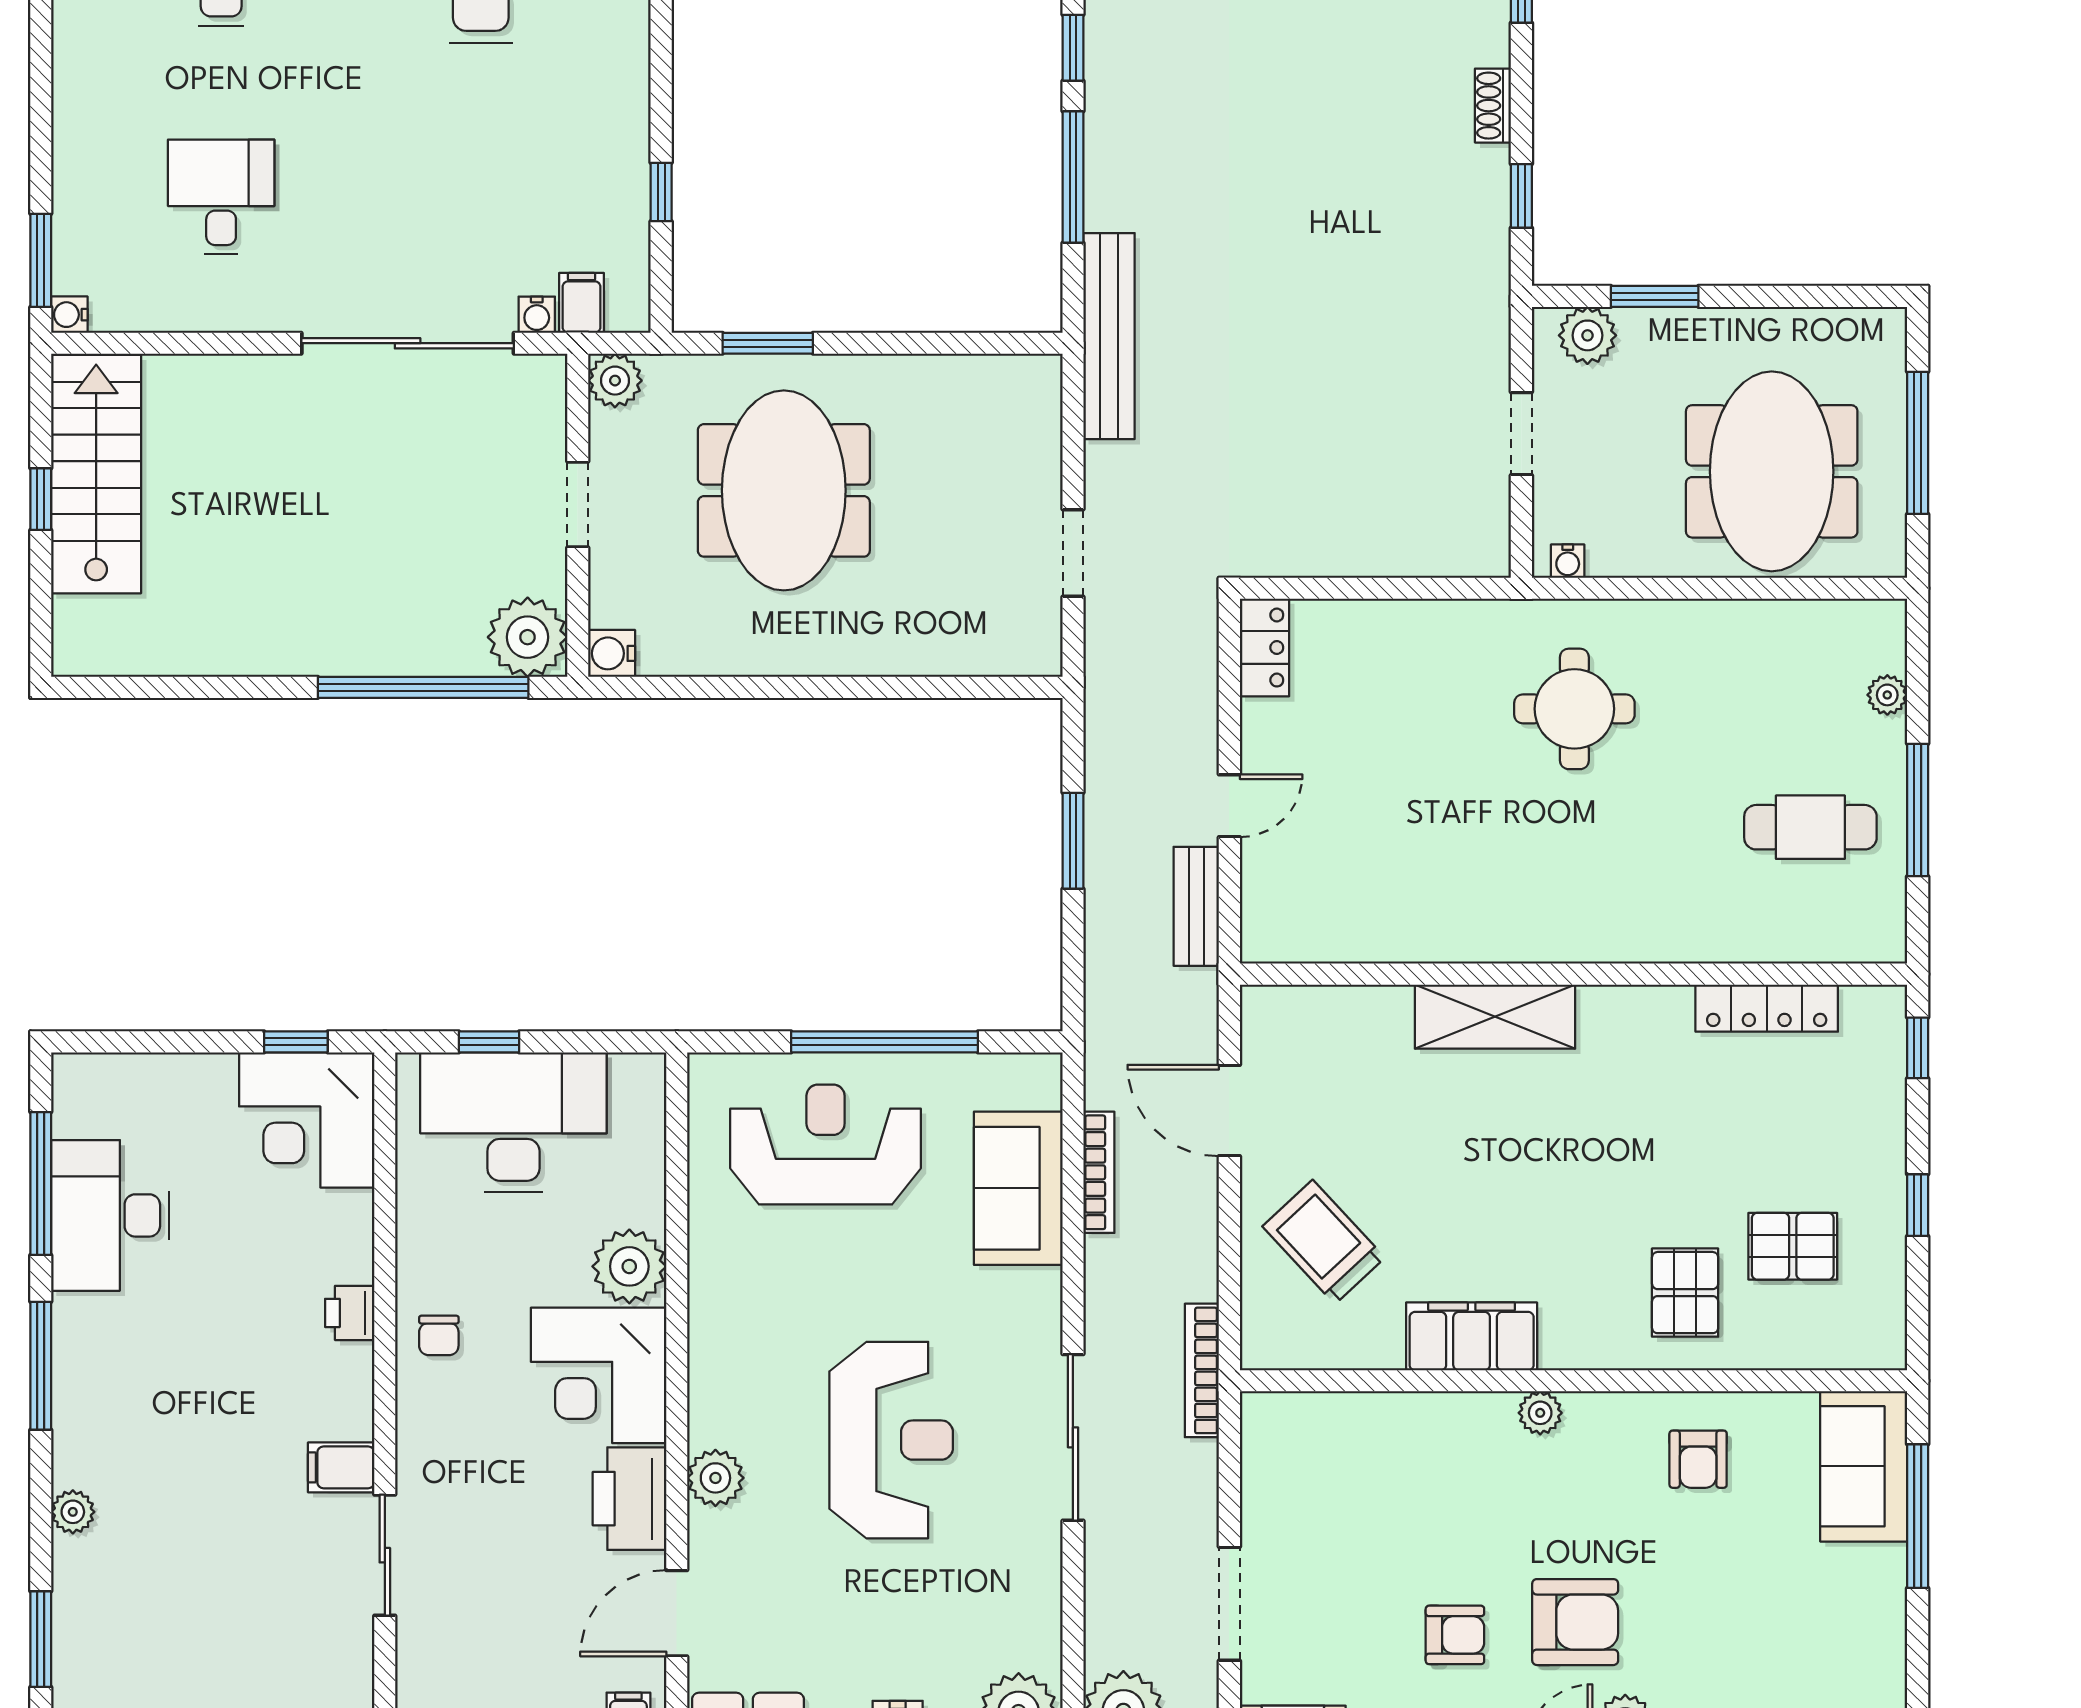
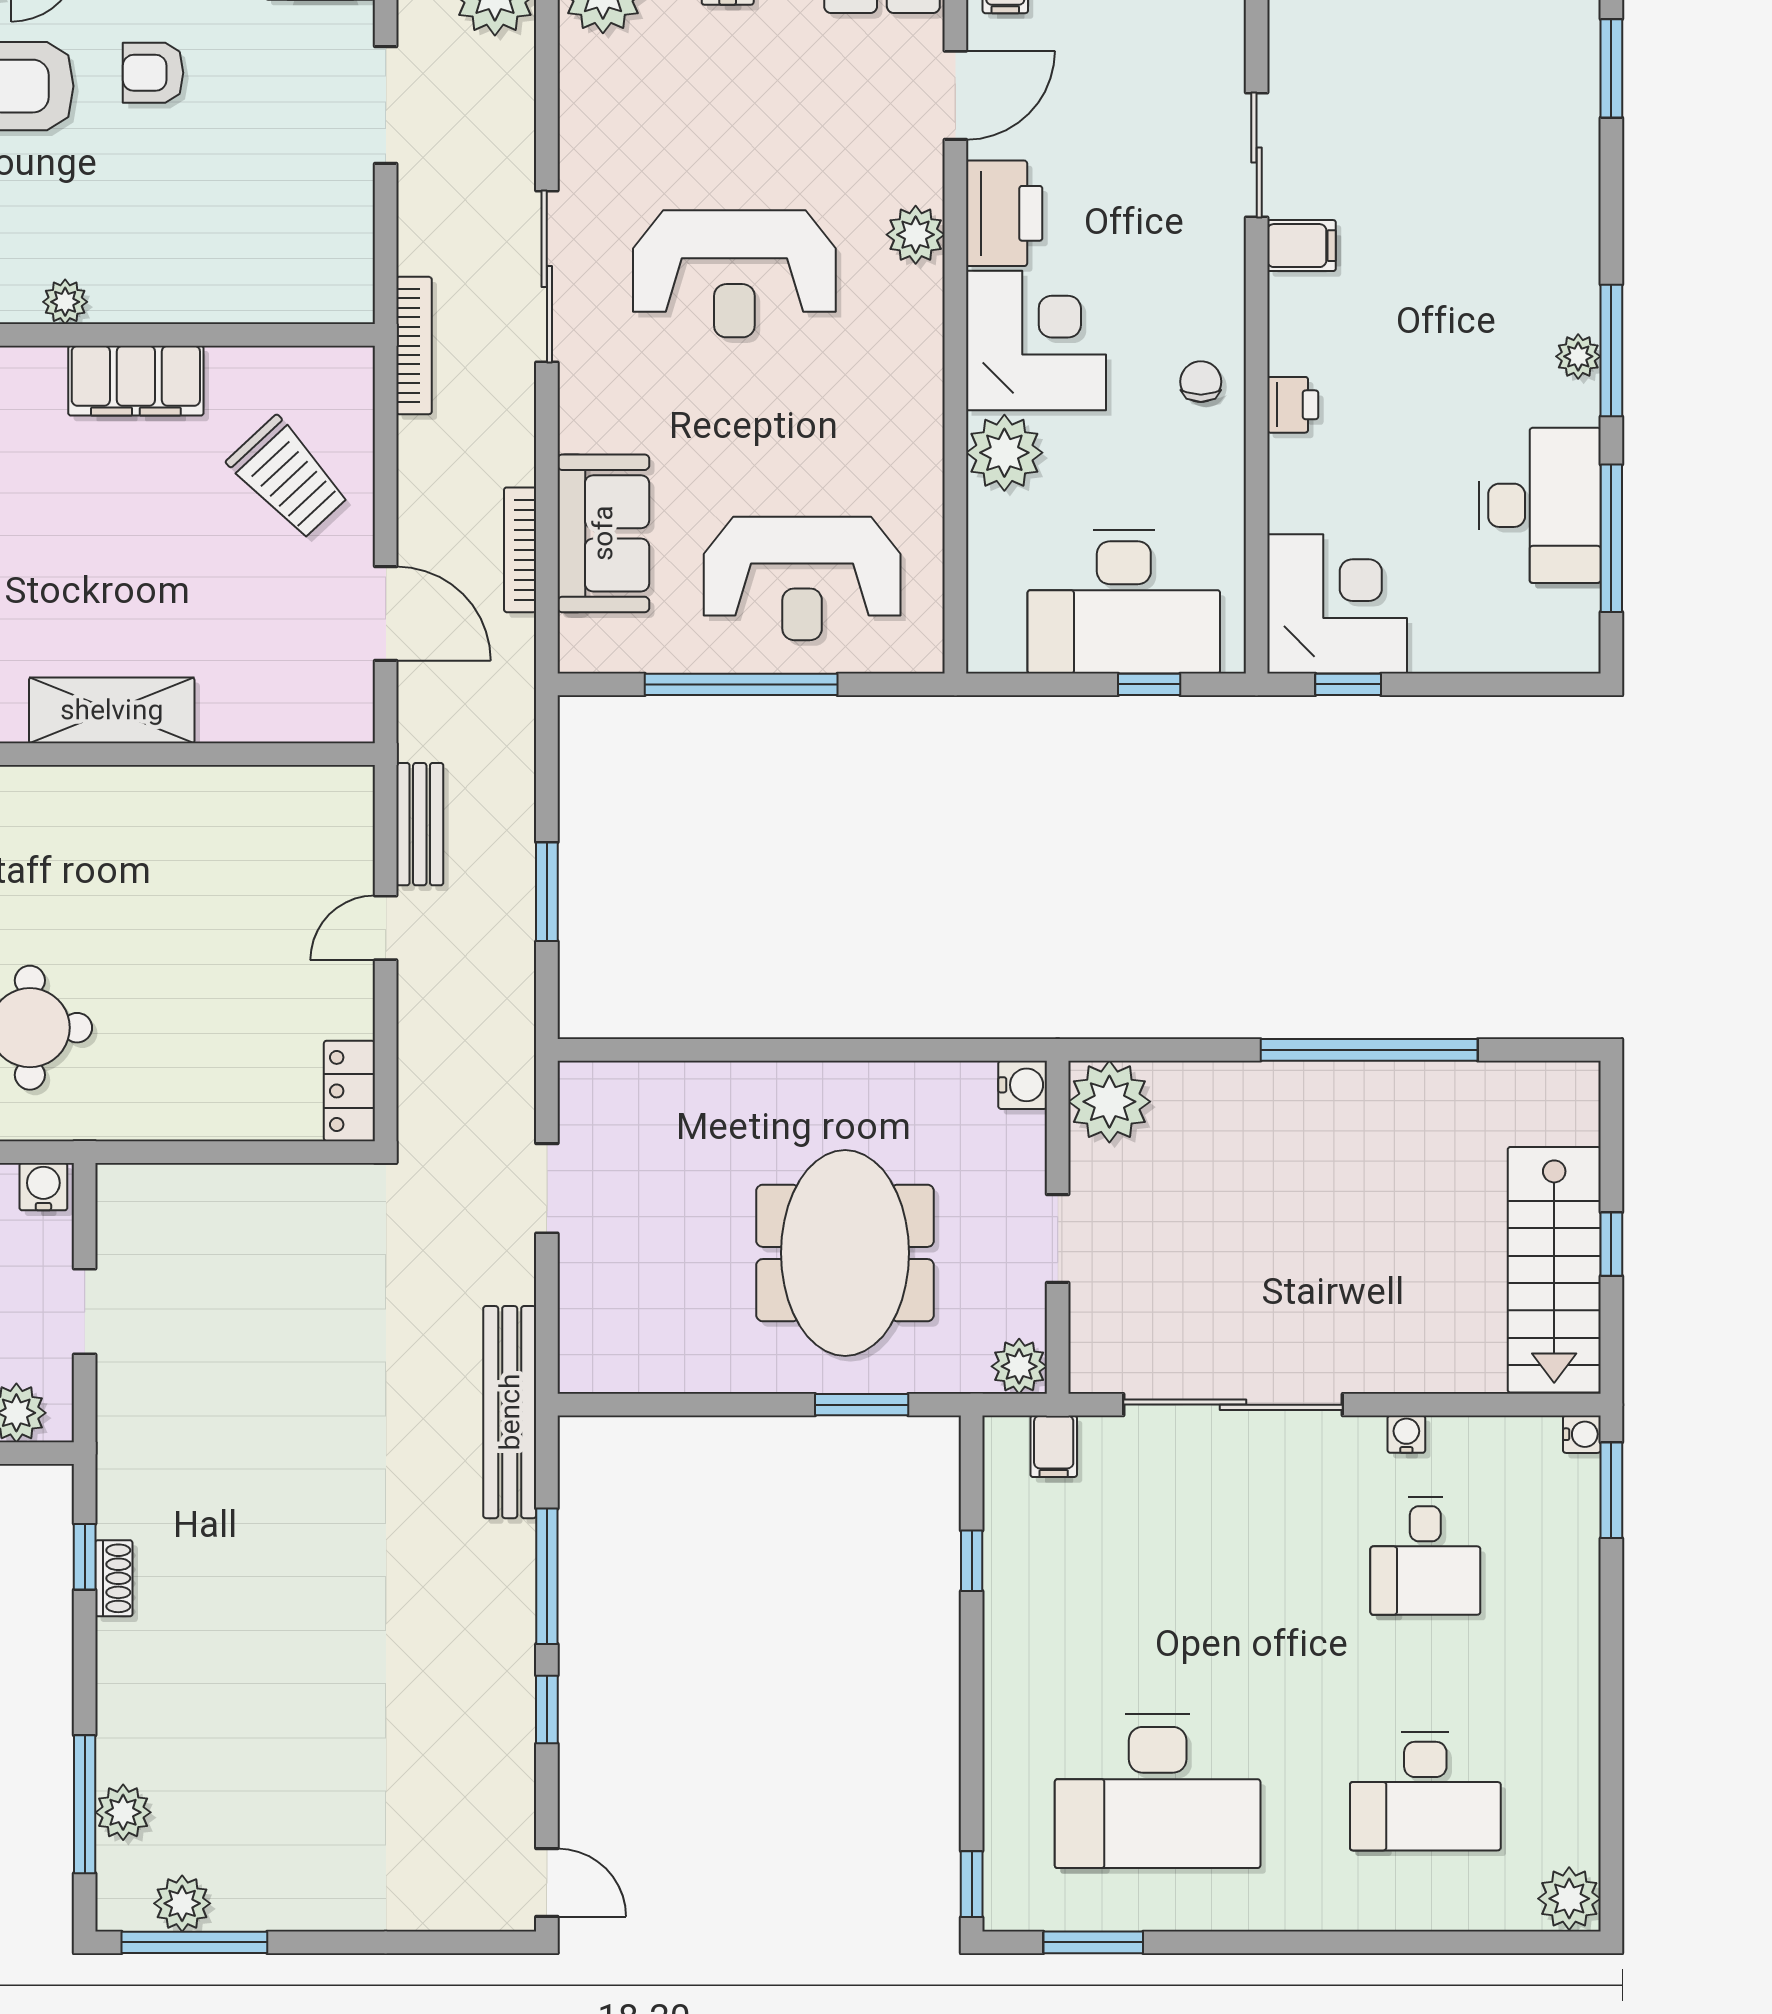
shoe rack: (1493, 106) -> (114, 1578), moved
water cooler: (537, 315) -> (1406, 1434), moved
water cooler: (1568, 561) -> (43, 1187), width x1.38, depth x1.38
window: (423, 687) -> (1369, 1050), moved
reception desk: (891, 1440) -> (734, 274), turned -90
plant: (73, 1512) -> (1578, 356), moved

